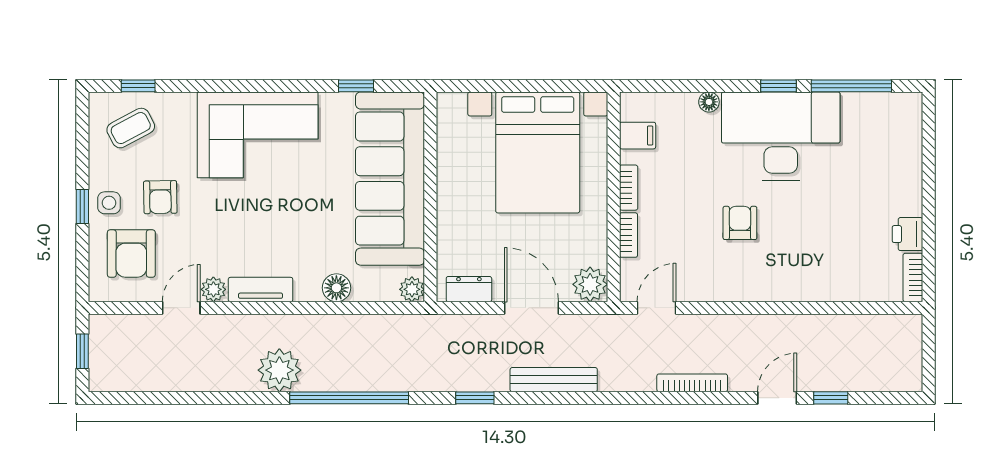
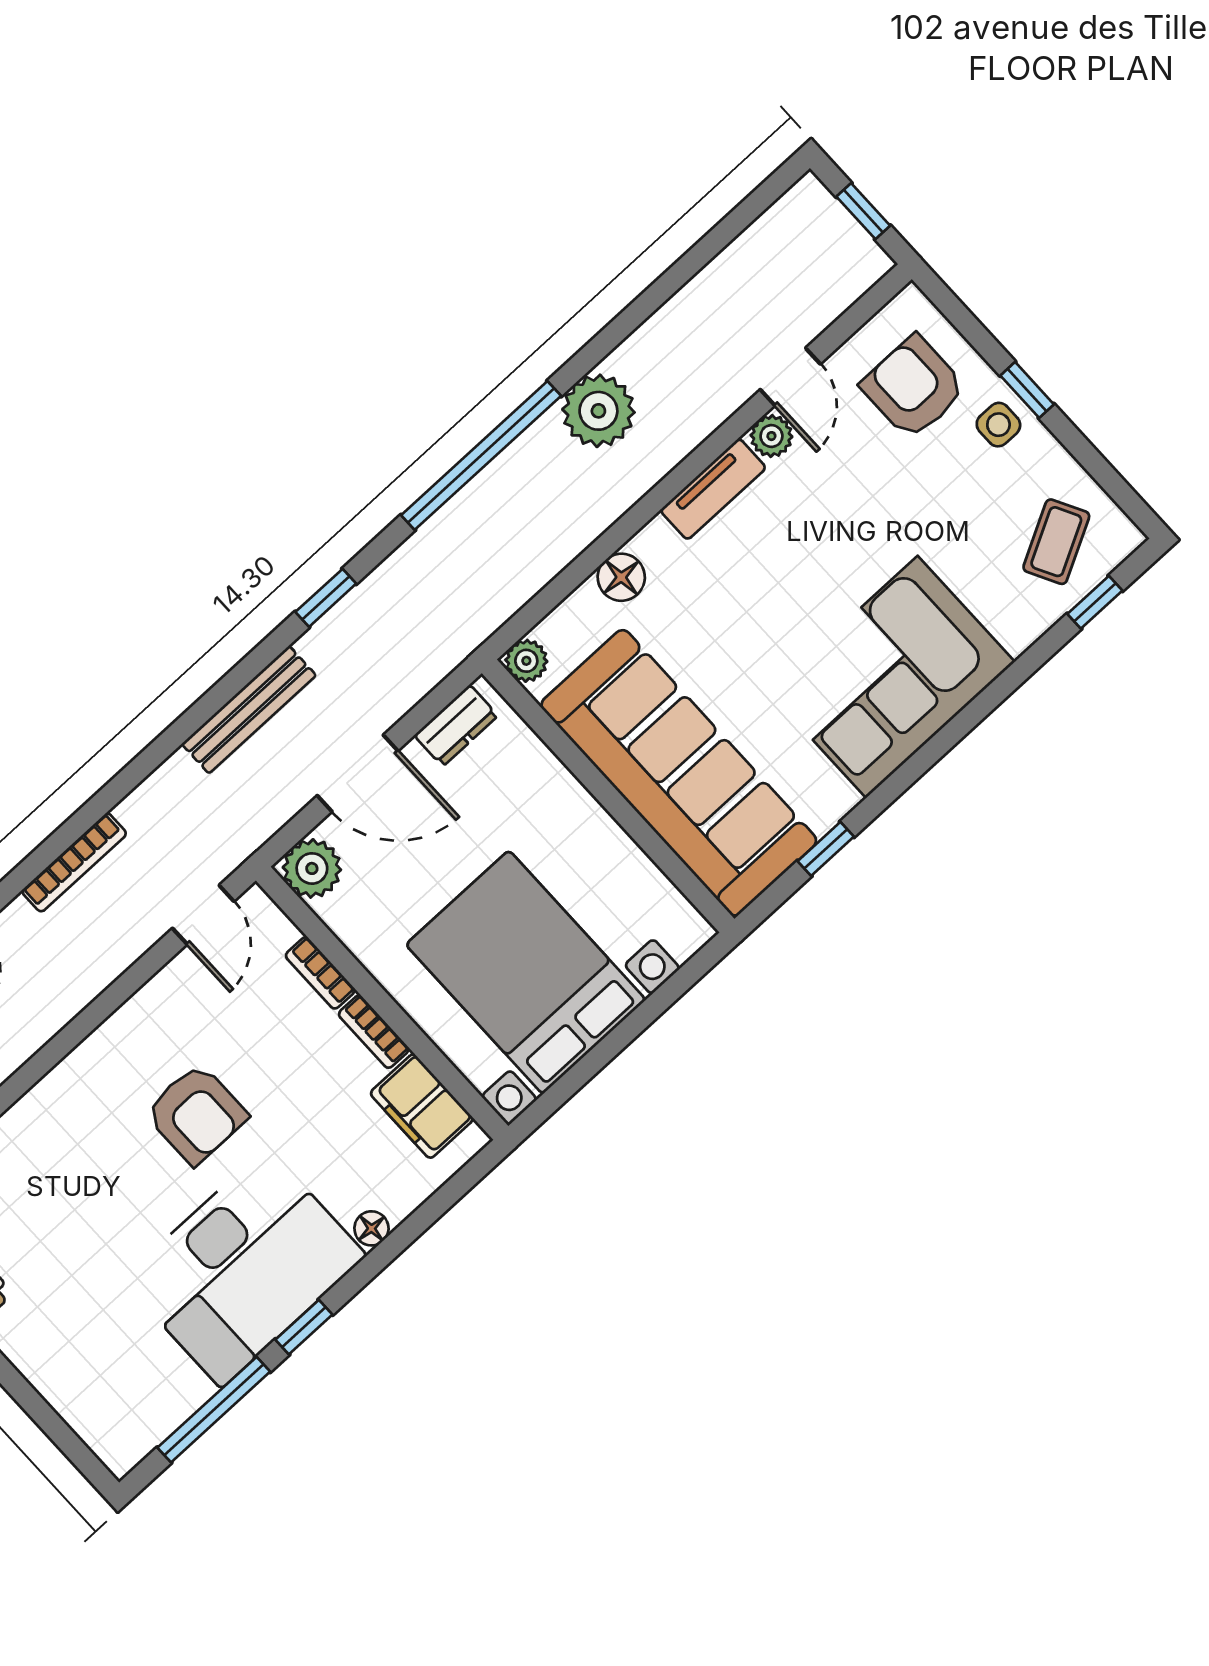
filing cabinet: (638, 136) -> (422, 1106), width x2.00
armchair: (160, 197) -> (941, 490), removed
armchair: (740, 223) -> (196, 1114), width x1.38, depth x1.38

